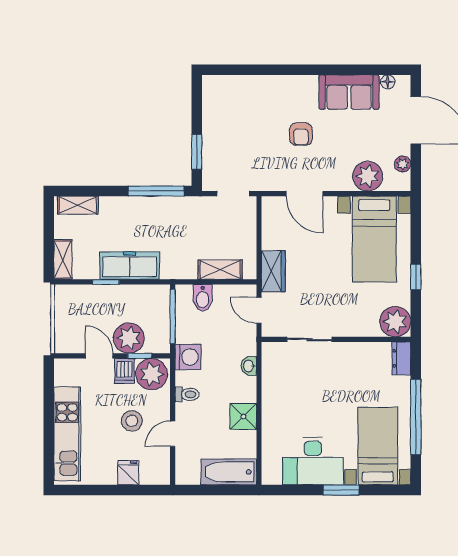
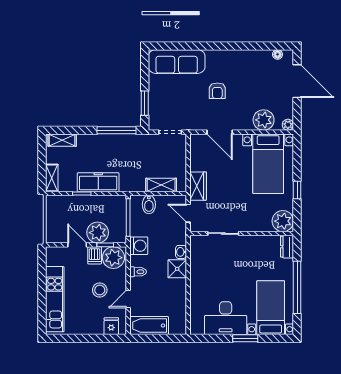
sofa: (349, 92) -> (177, 62), moved, width x1.36
plant: (403, 164) -> (288, 125), moved
shower: (243, 416) -> (177, 269), moved
bathtub: (229, 472) -> (149, 326), moved
fridge: (128, 473) -> (111, 326), moved

